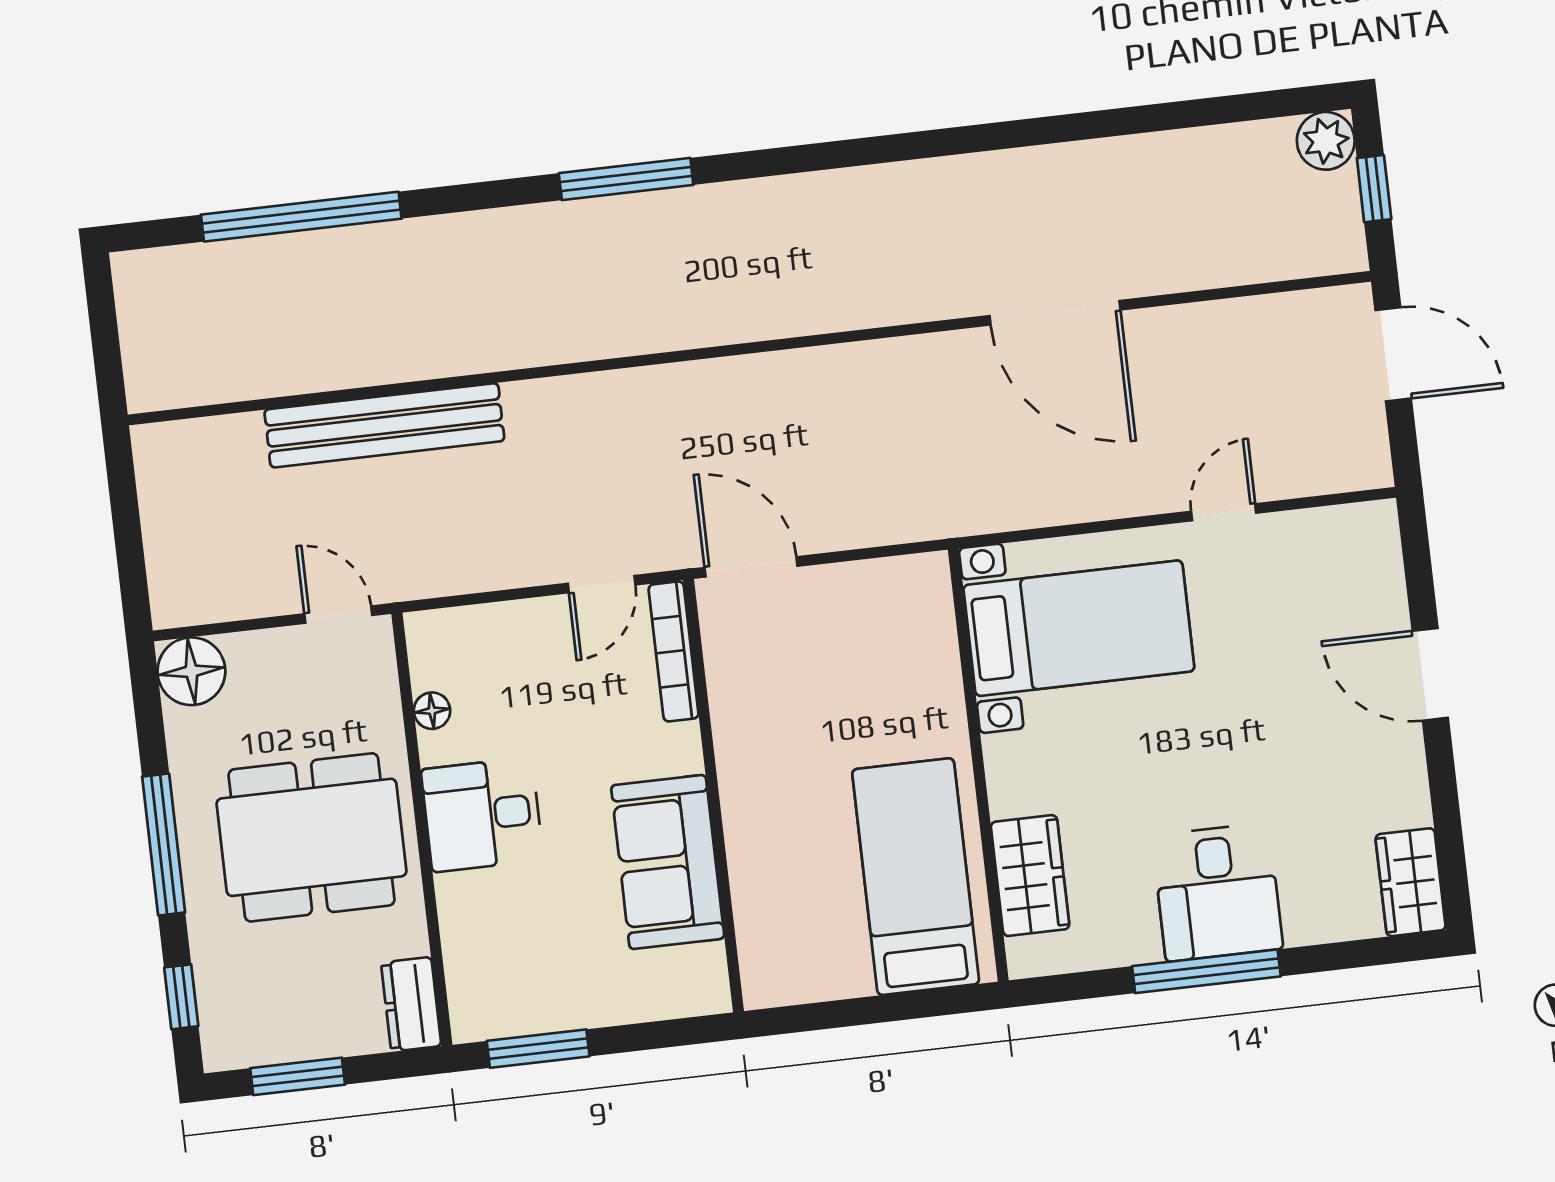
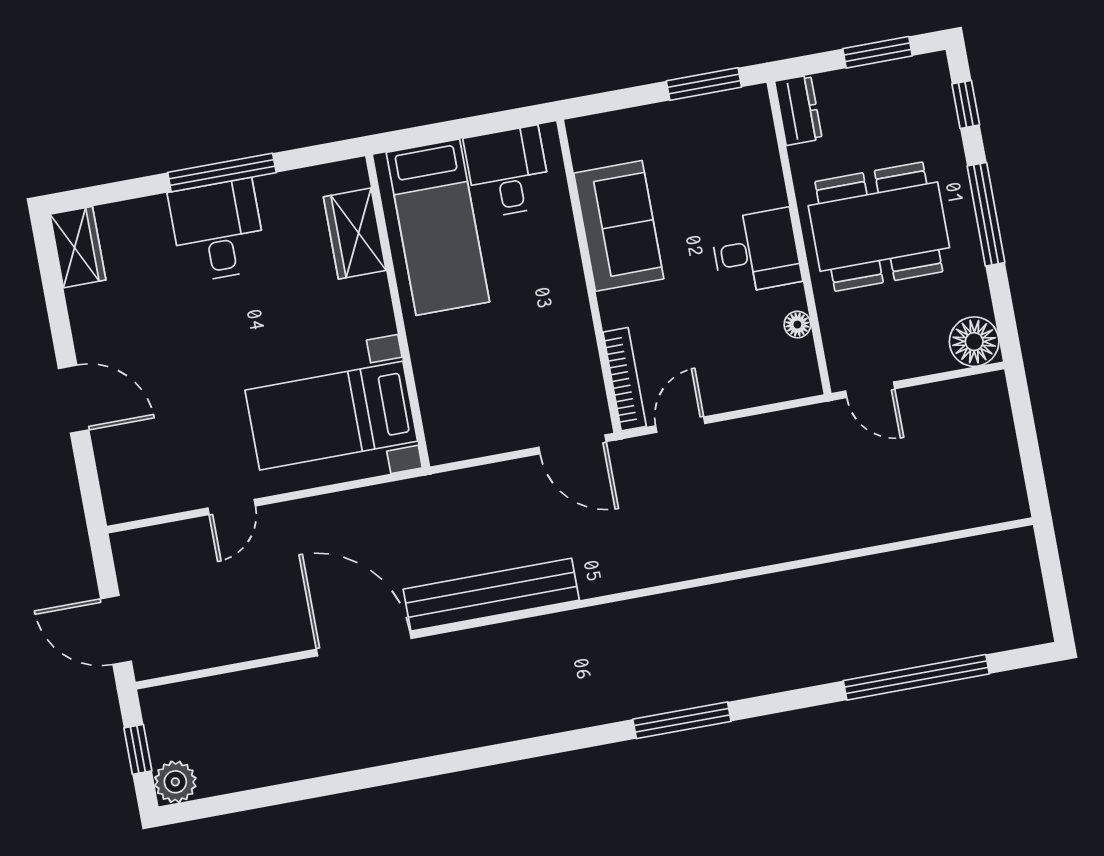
bench: (384, 425) -> (491, 595), moved
desk: (815, 946) -> (508, 172), added

